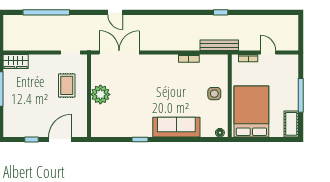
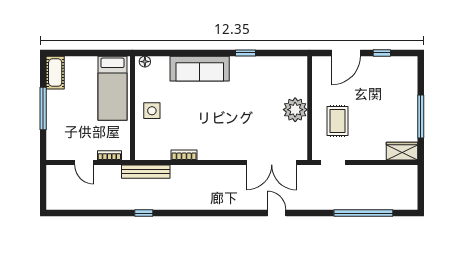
bed: (251, 111) -> (112, 88), width x0.67

